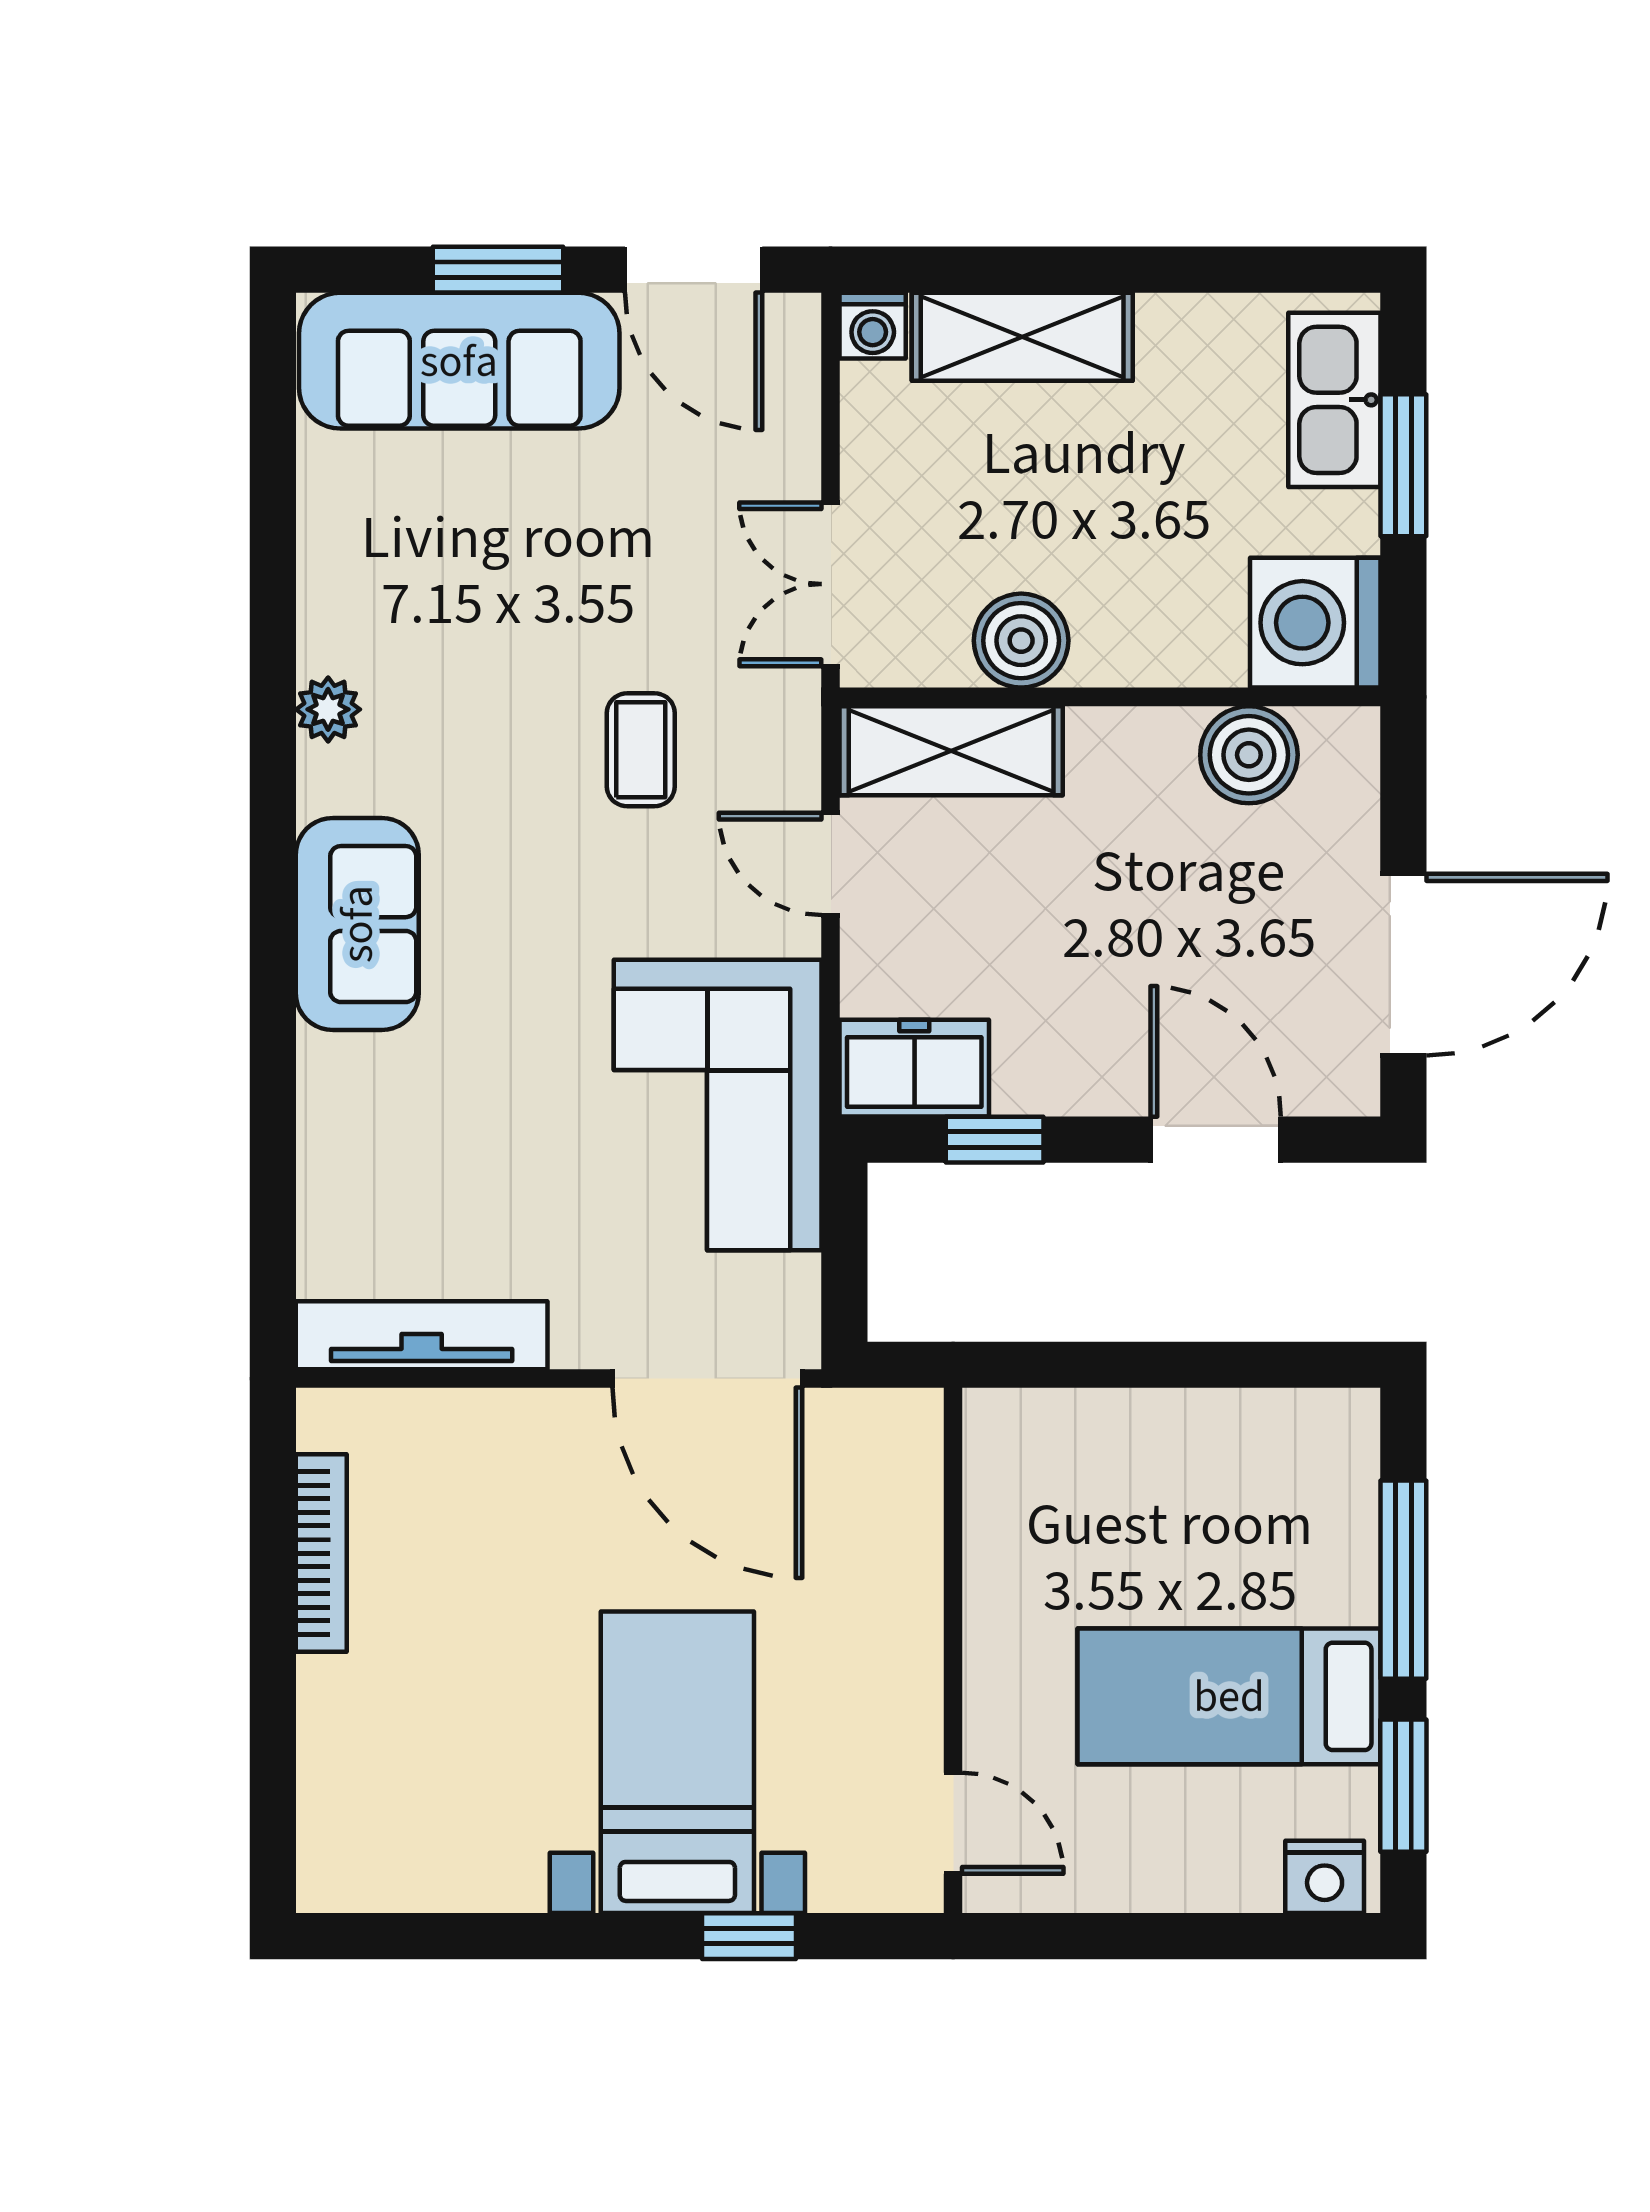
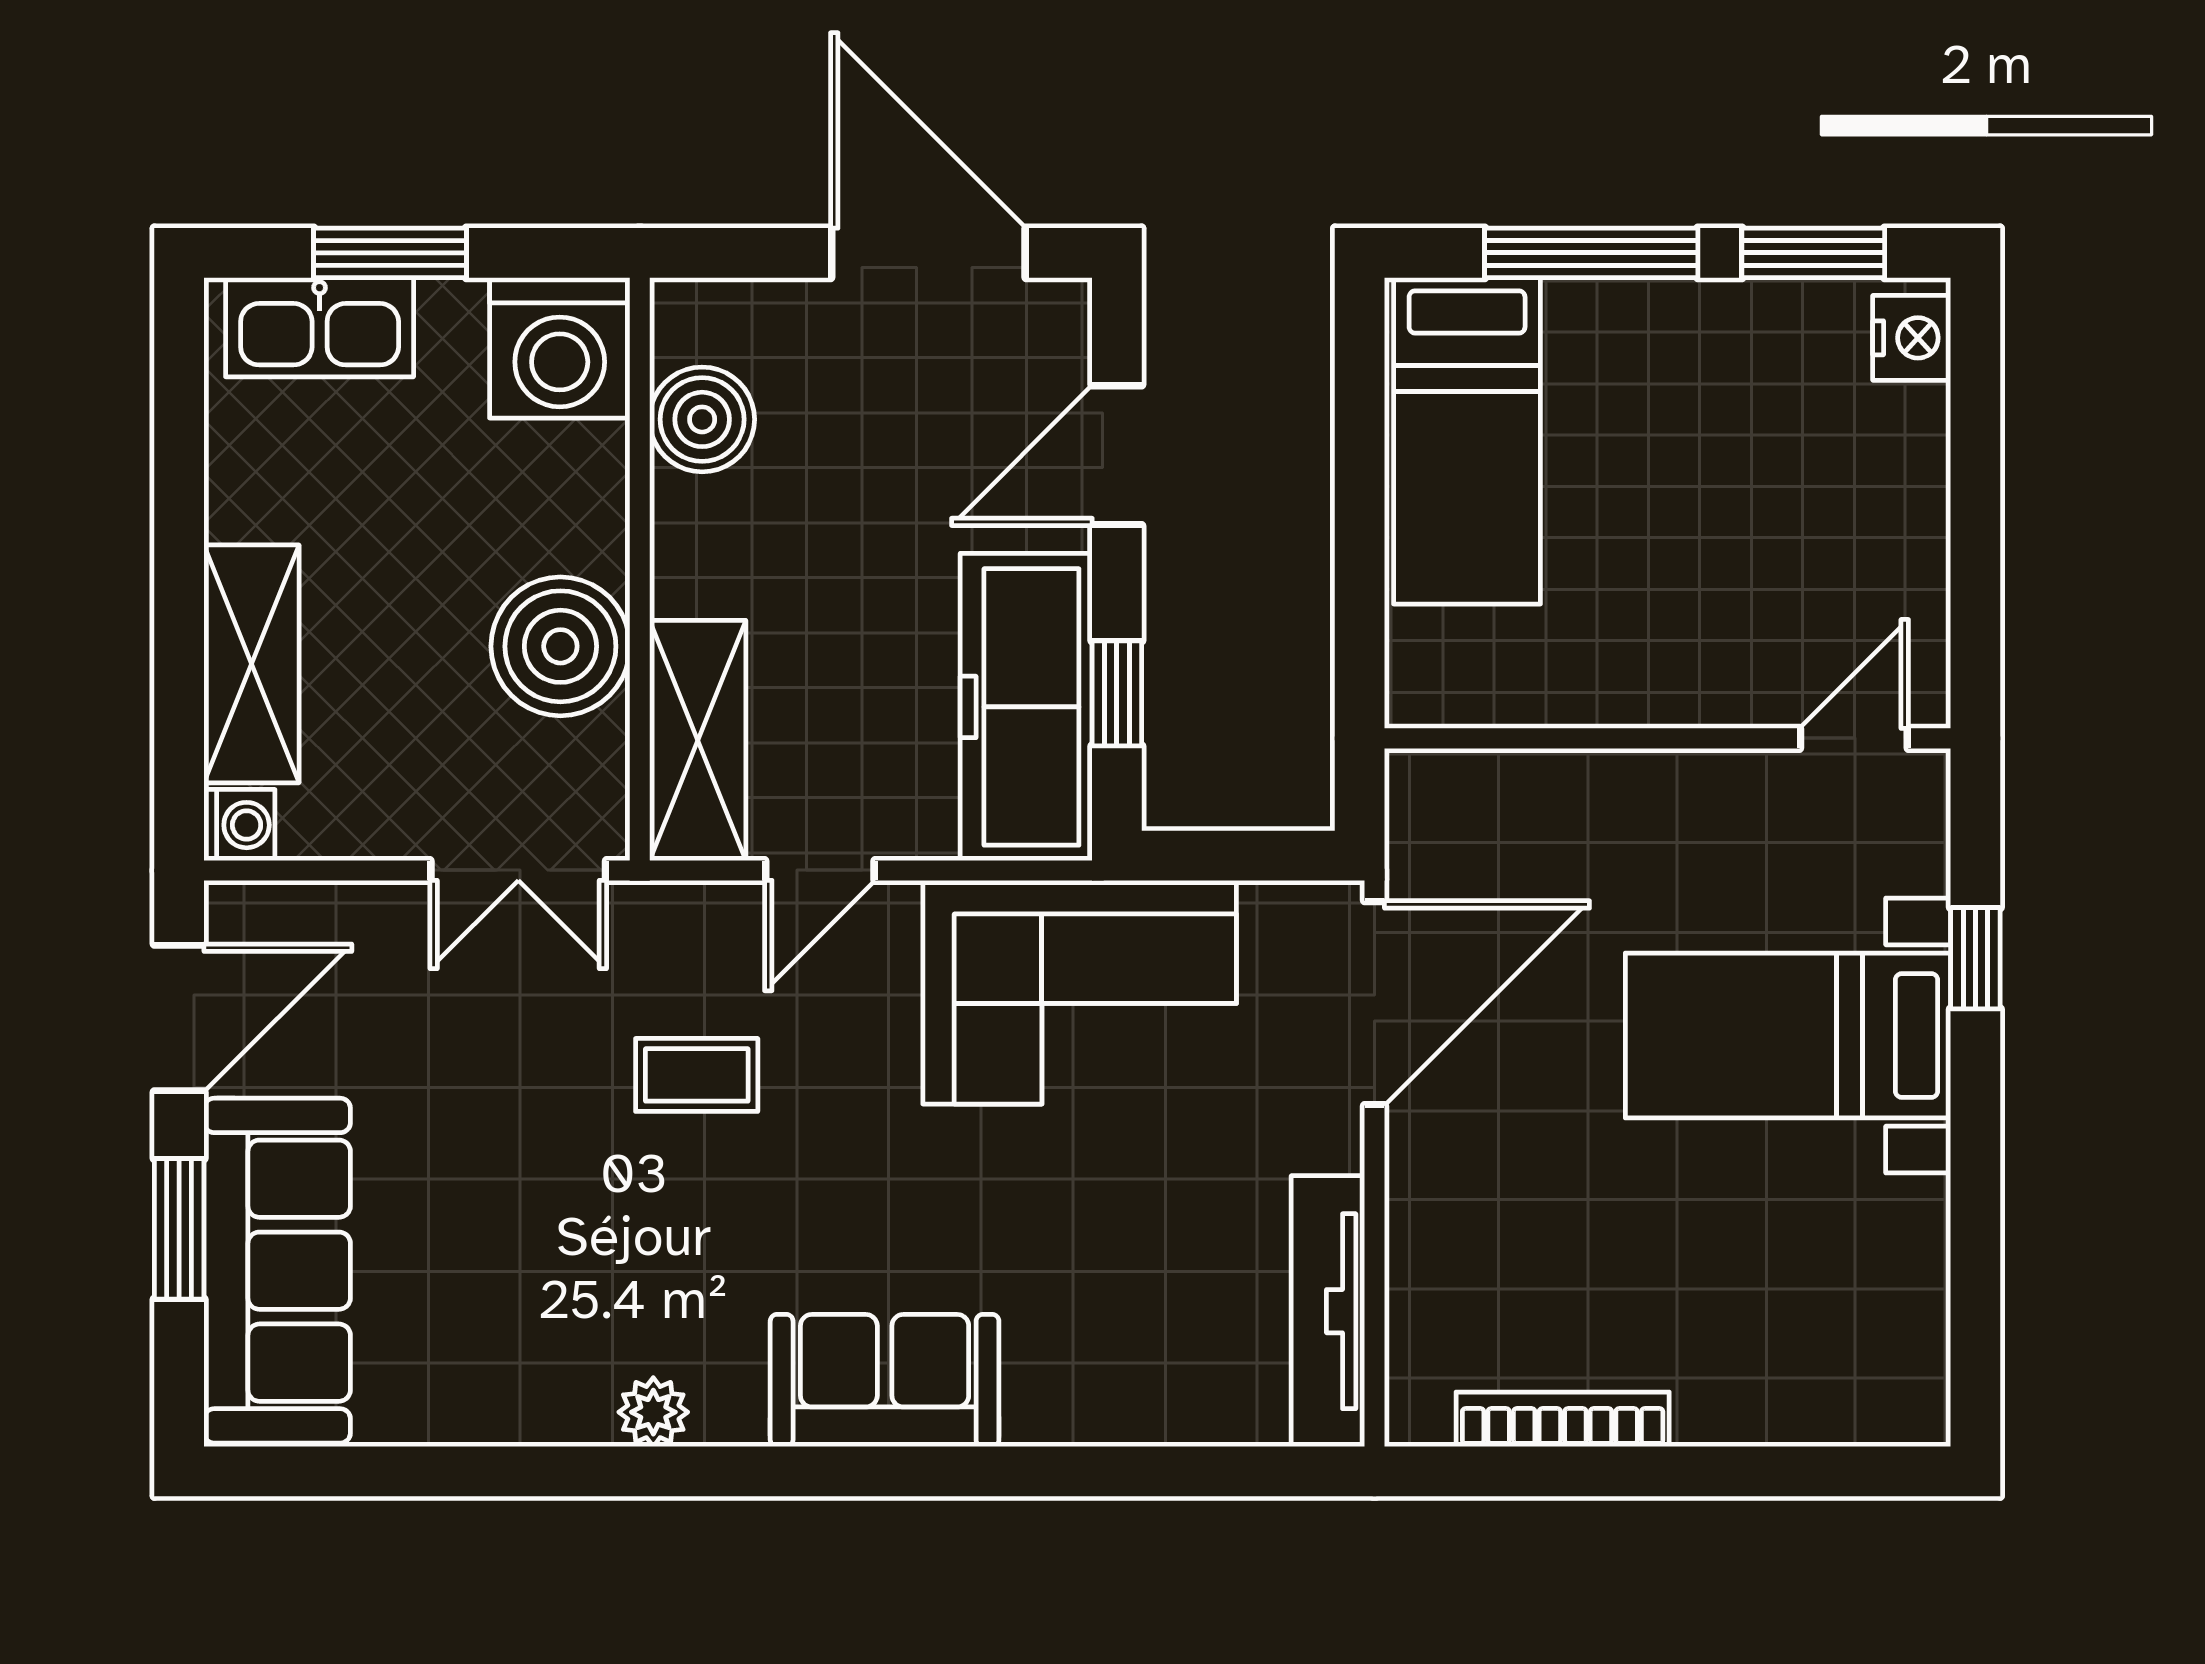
boiler: (1021, 641) -> (560, 646), width x1.37, depth x1.37
freezer: (914, 1068) -> (1026, 707), width x1.91, depth x1.26
bed: (1229, 1696) -> (1467, 441), moved

